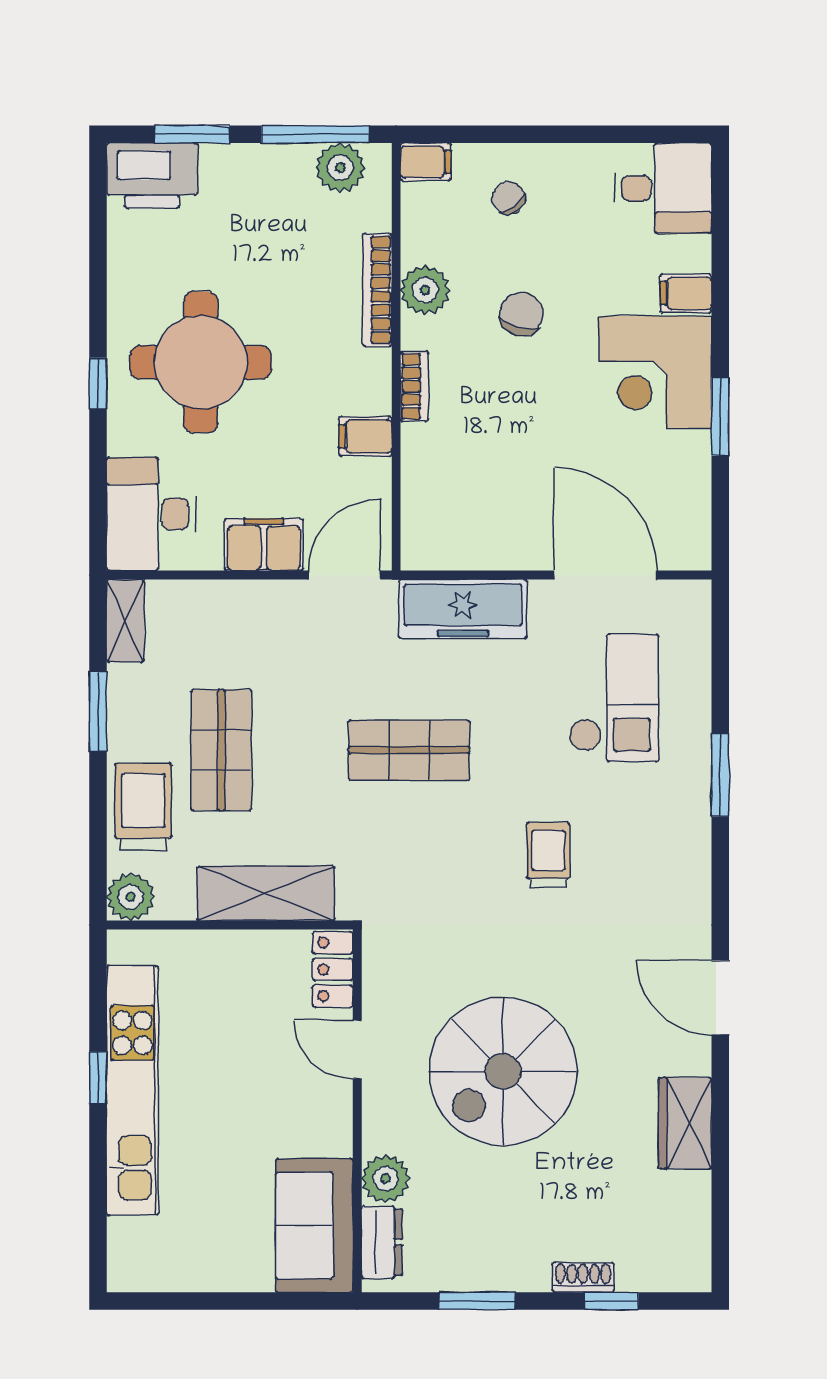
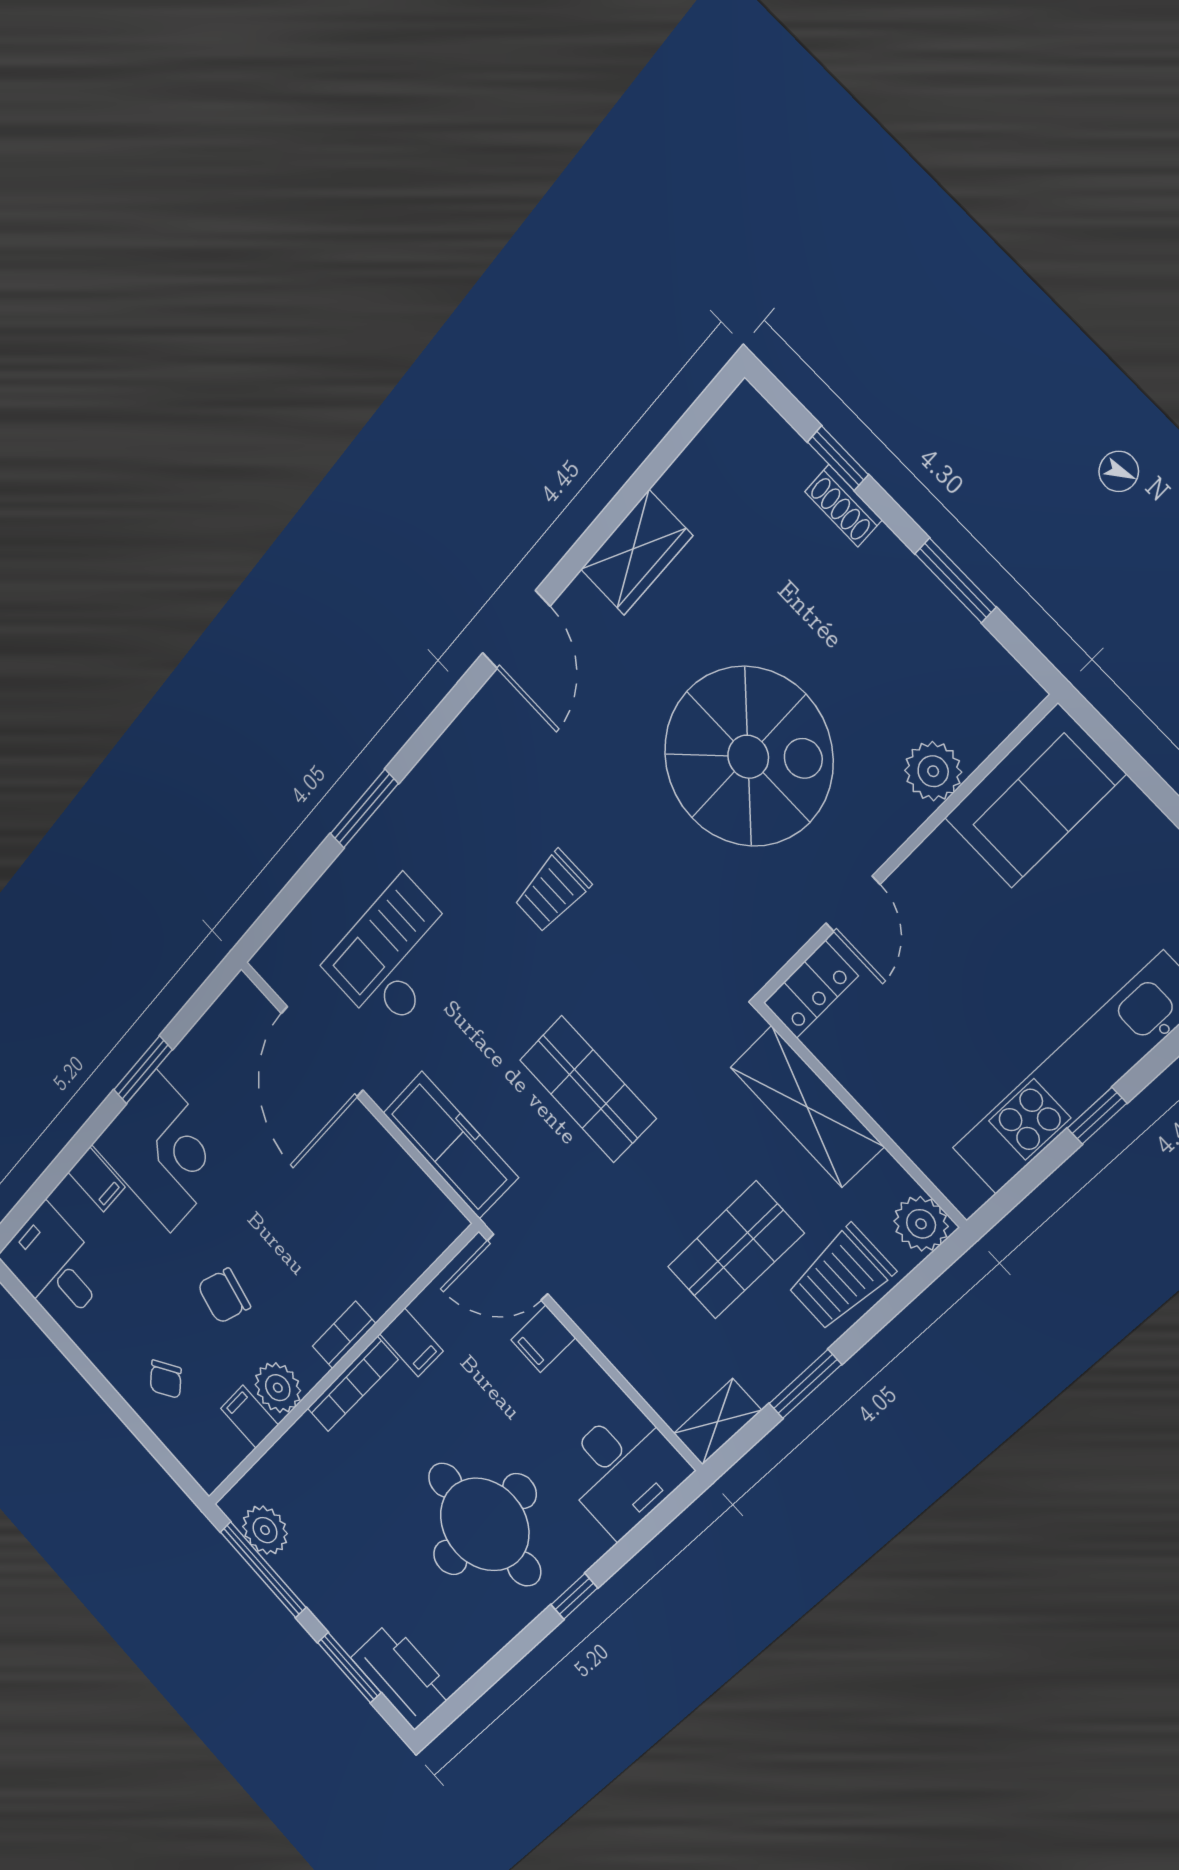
filing cabinet: (426, 162) -> (250, 1417), moved
bookcase: (377, 290) -> (352, 1384), moved
filing cabinet: (264, 545) -> (543, 1339), width x0.50
dresser: (382, 1242) -> (989, 720), removed

